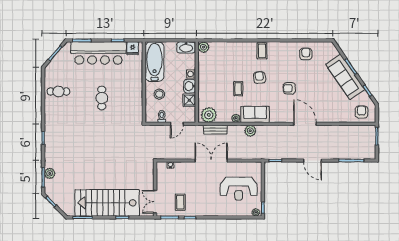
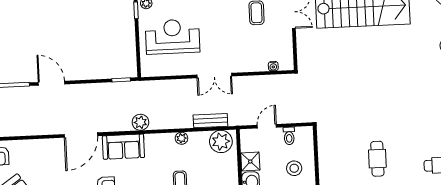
sofa: (255, 114) -> (123, 147), moved
door: (305, 124) -> (81, 135), hinge flipped
plant: (250, 131) -> (140, 122), moved
double door: (211, 160) -> (214, 75), width x0.73
door: (313, 160) -> (52, 83), moved

